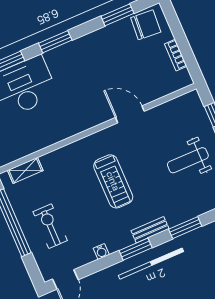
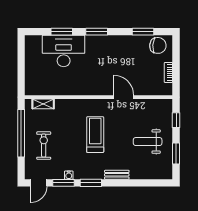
treadmill: (113, 181) -> (95, 135), turned 180
window: (185, 228) -> (63, 183), moved
bench: (150, 230) -> (117, 175), moved

